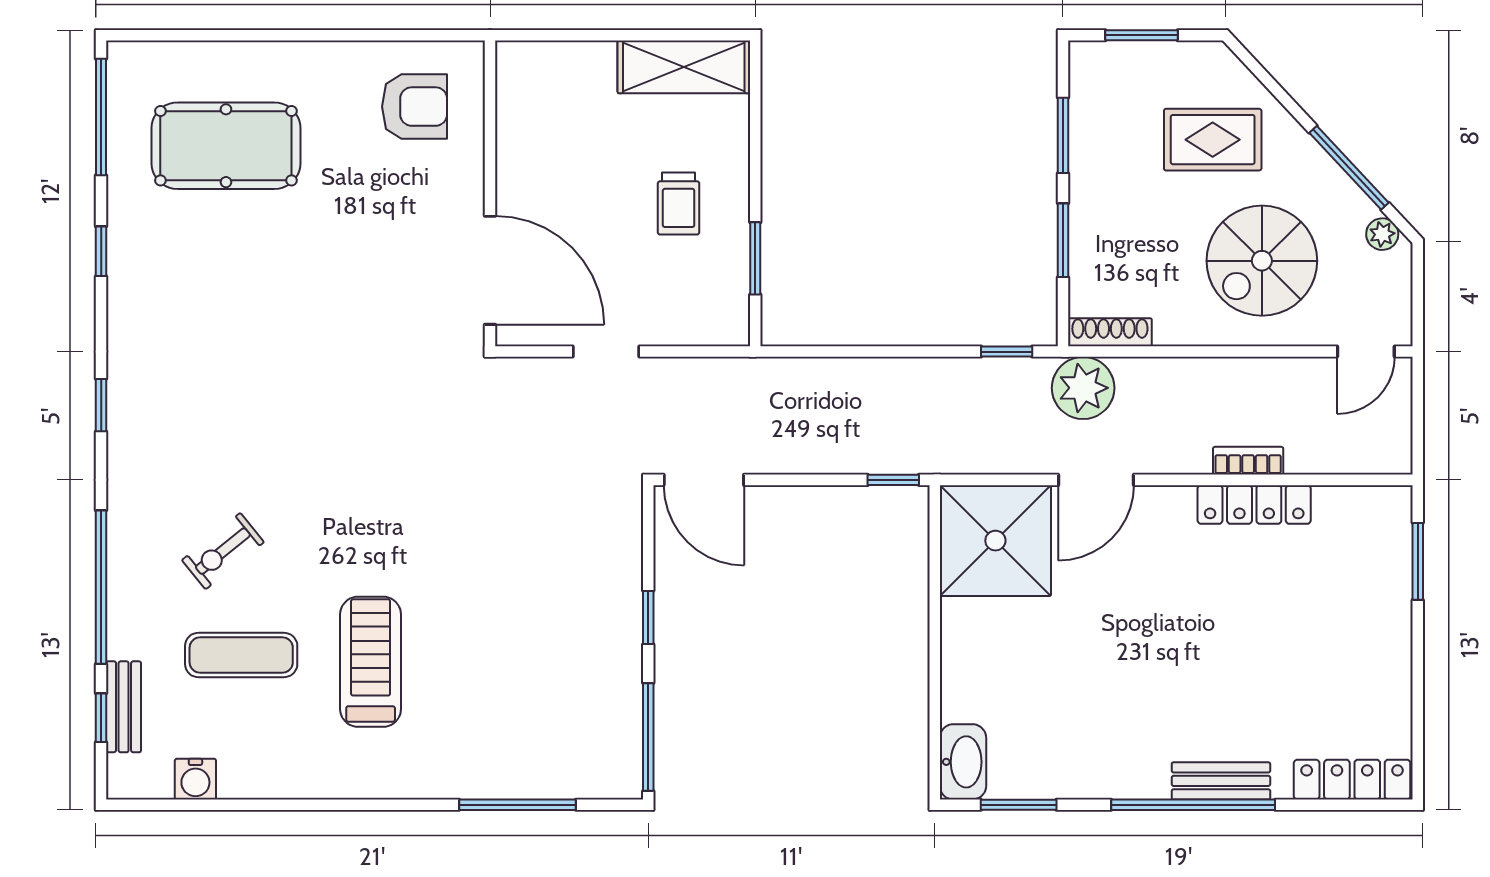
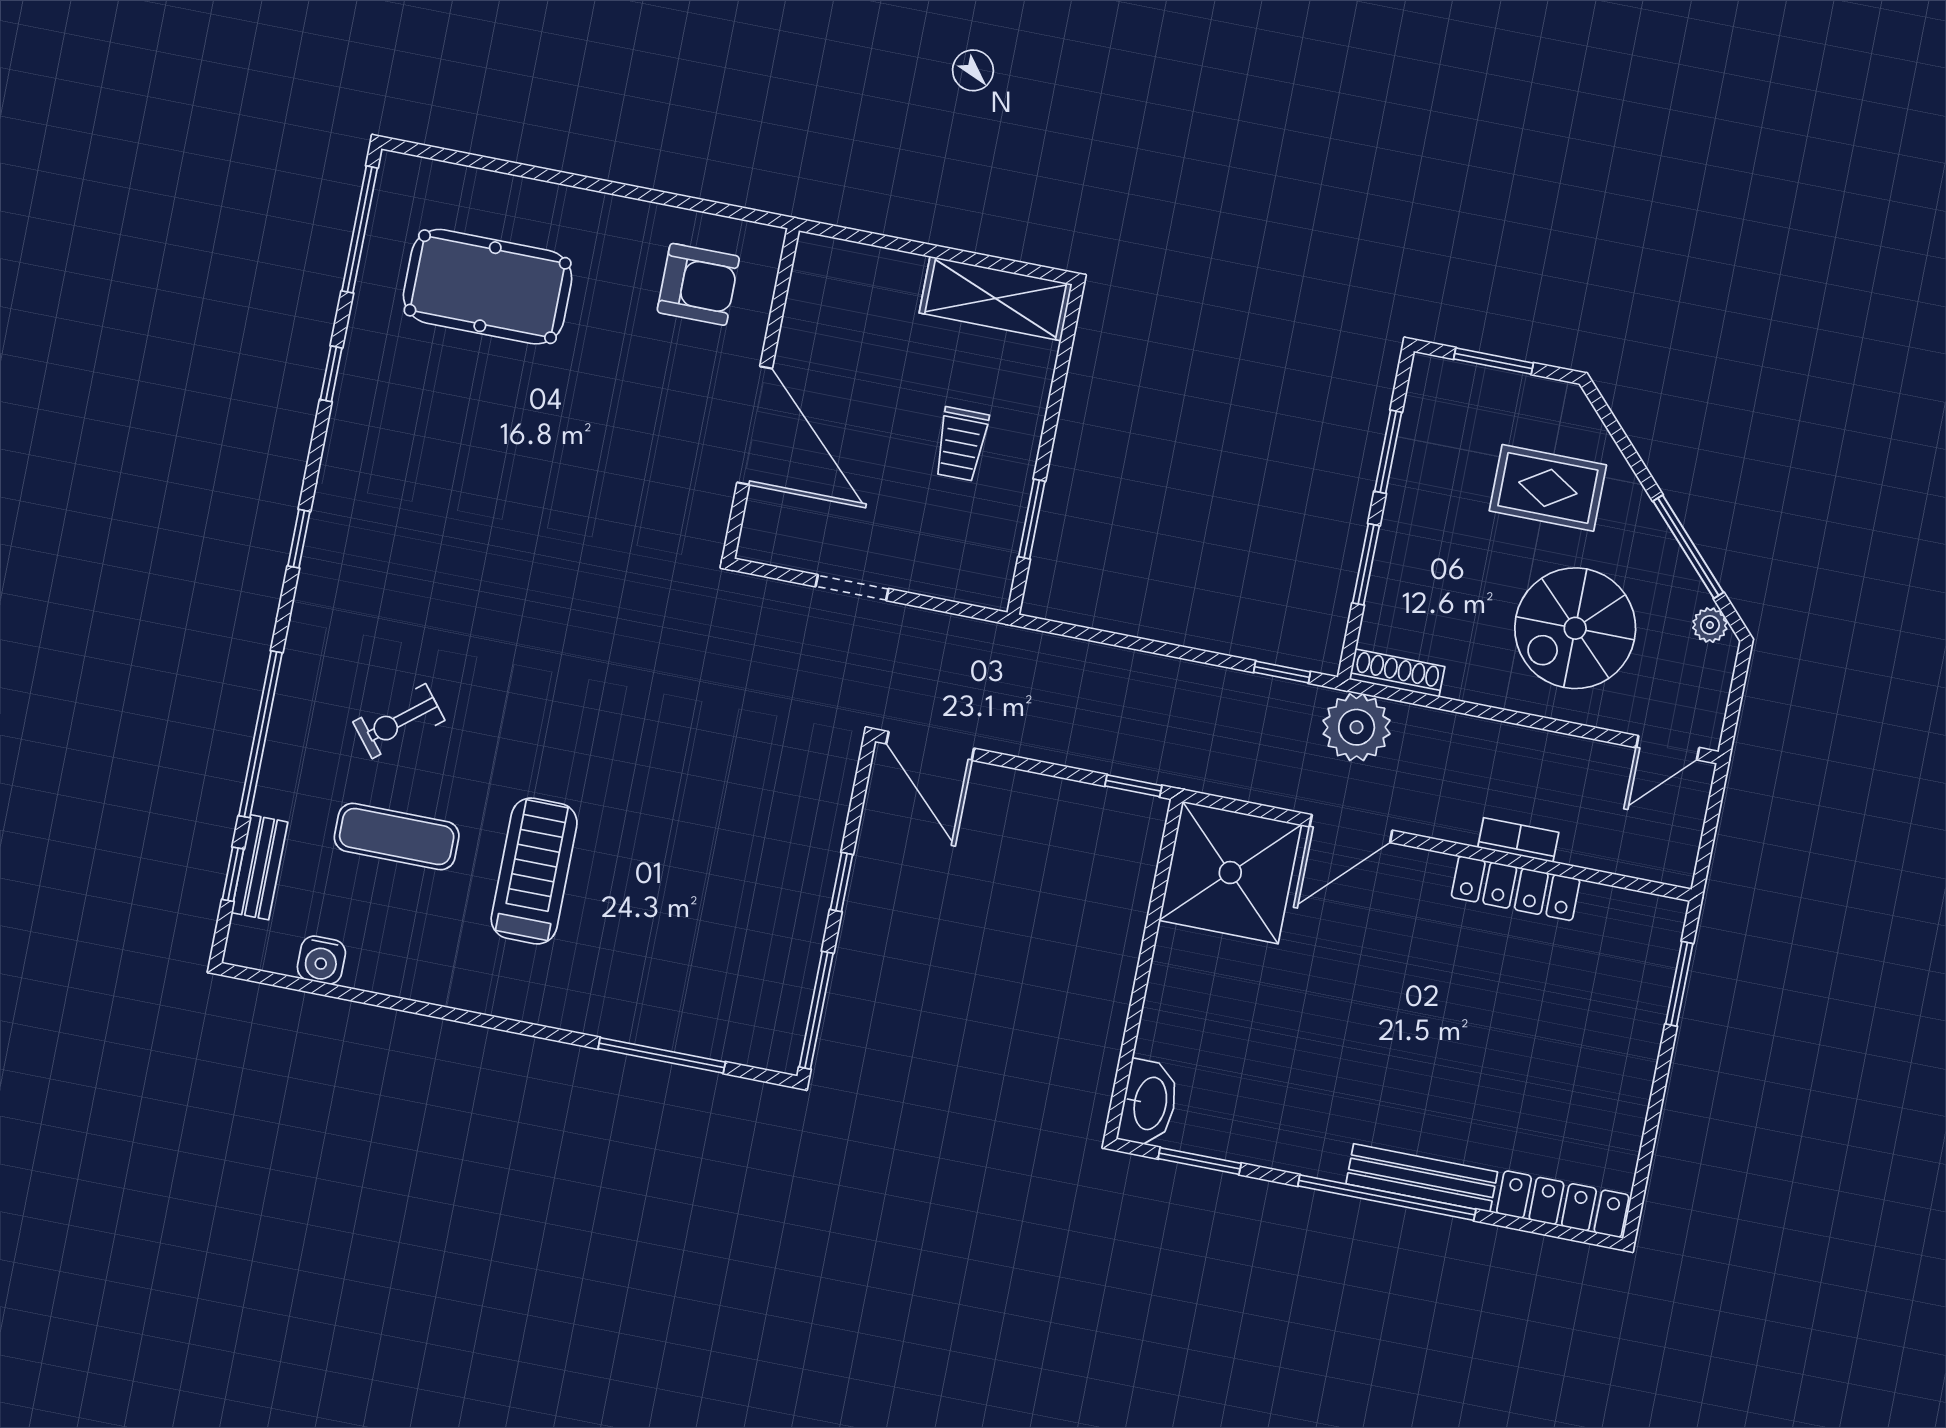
door: (490, 270) -> (755, 425), moved
bench: (1221, 781) -> (1422, 1178), width x1.36

